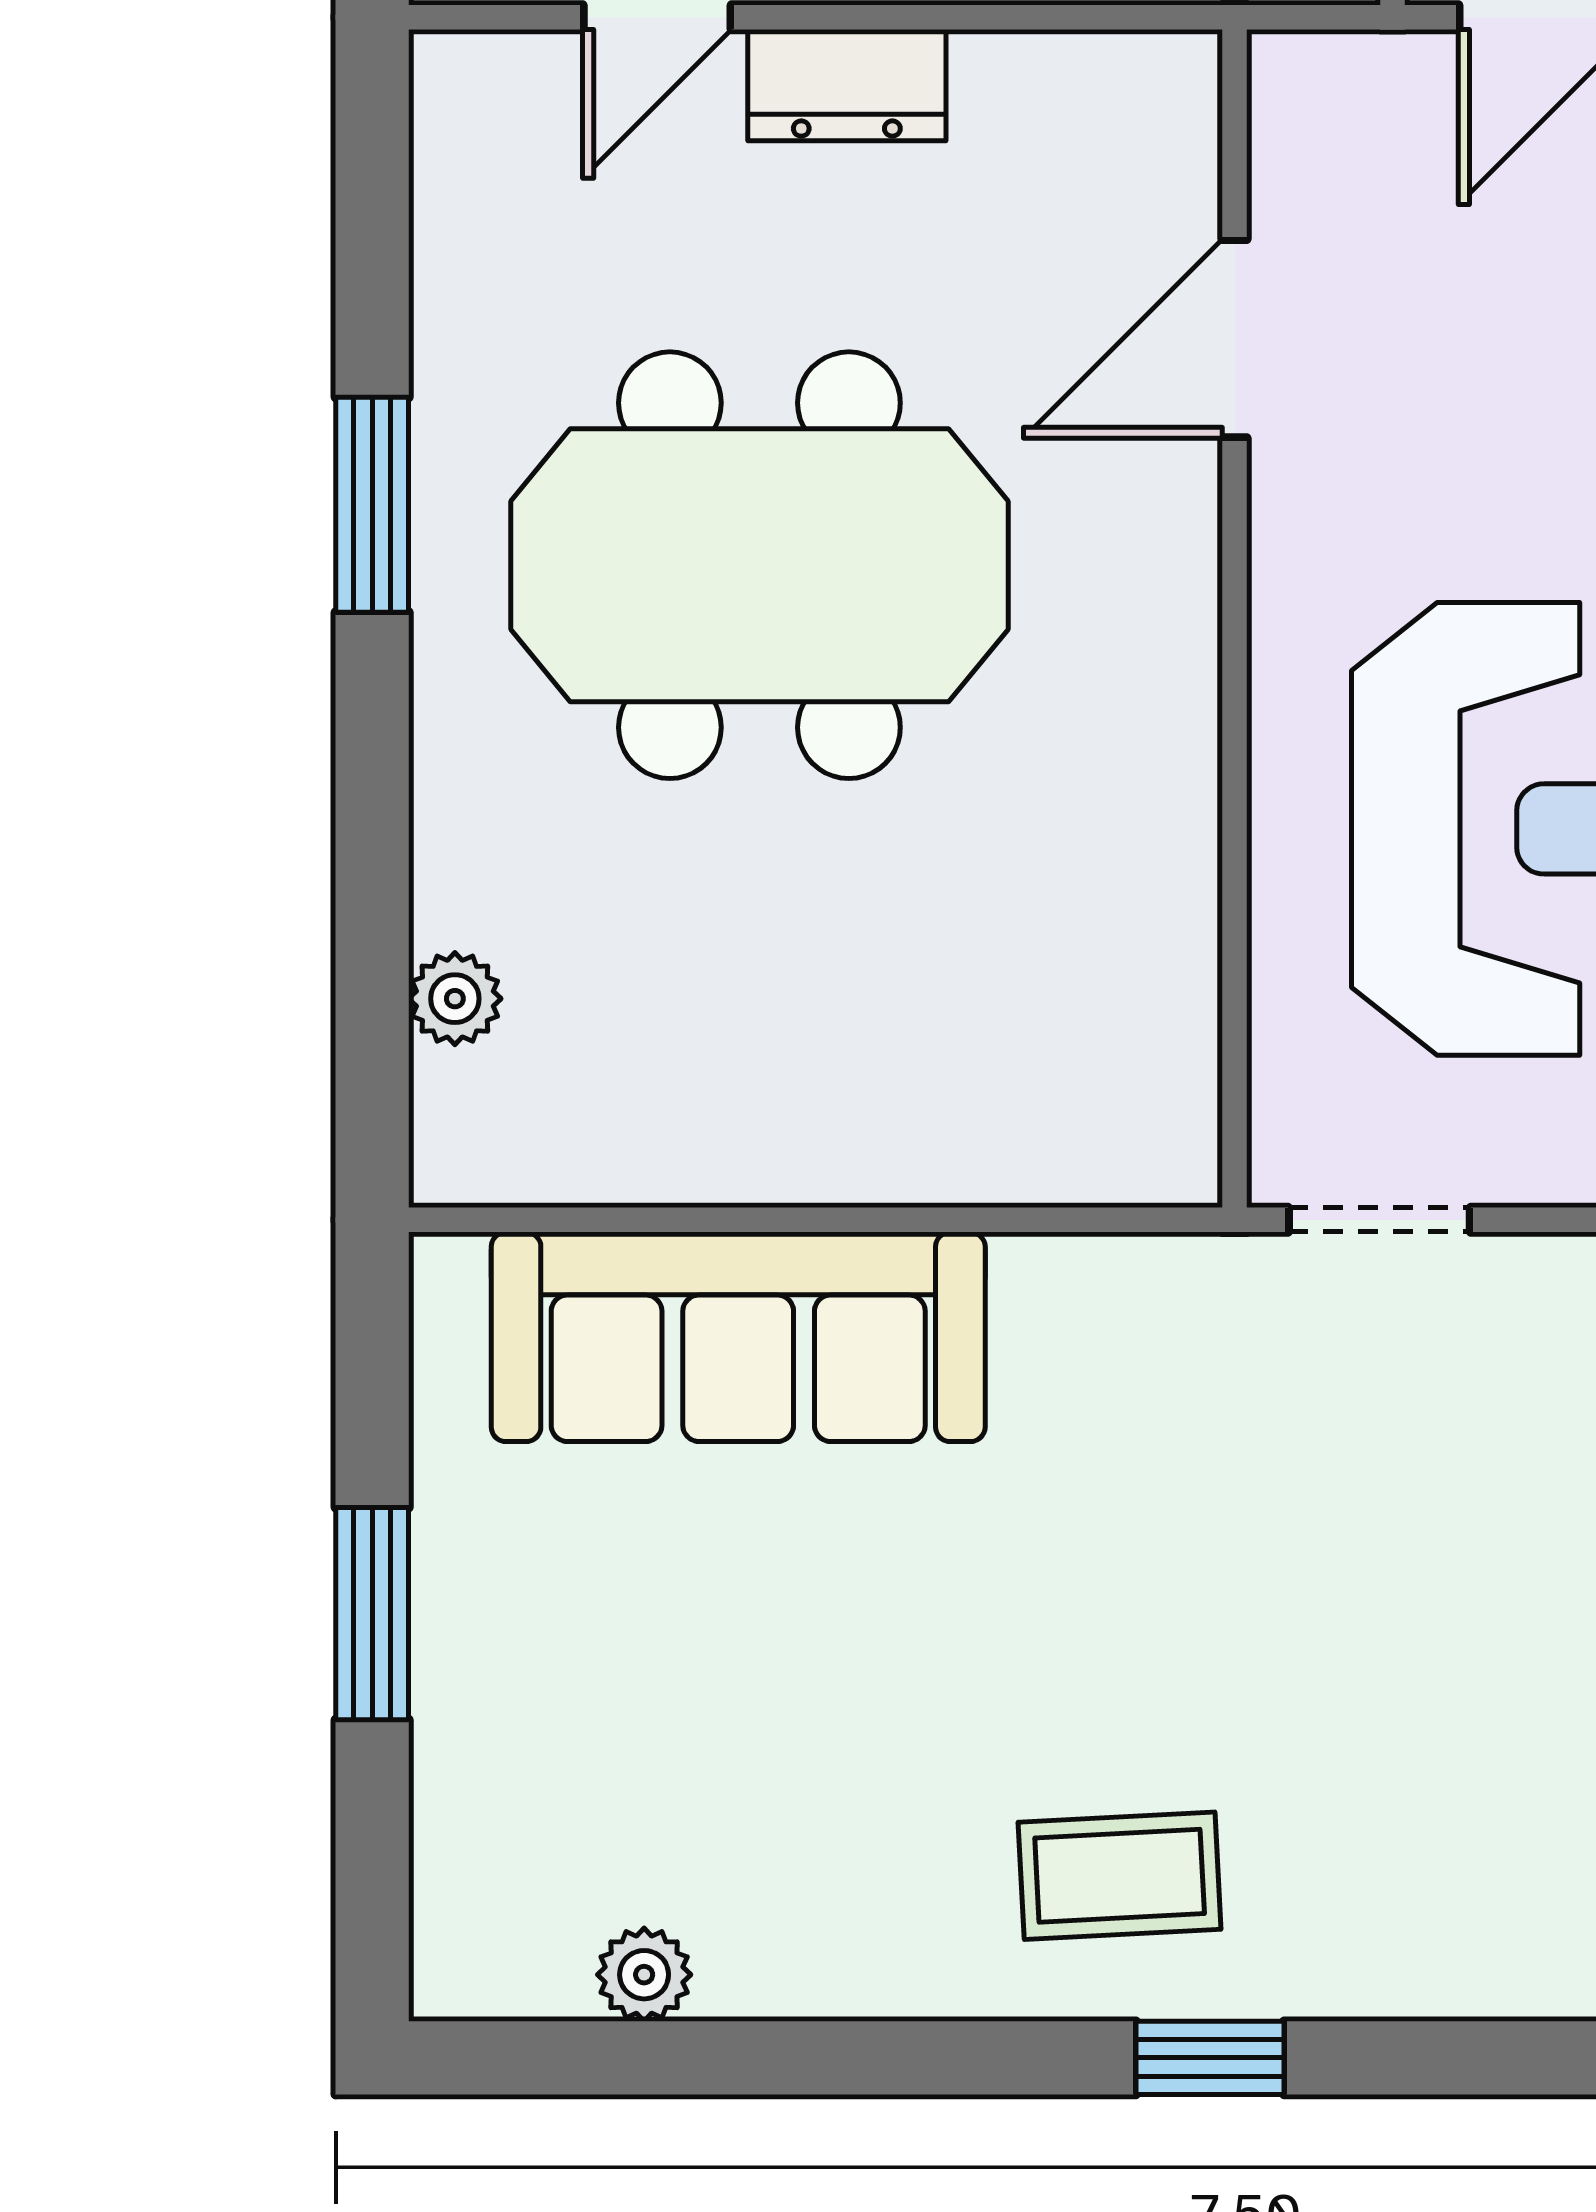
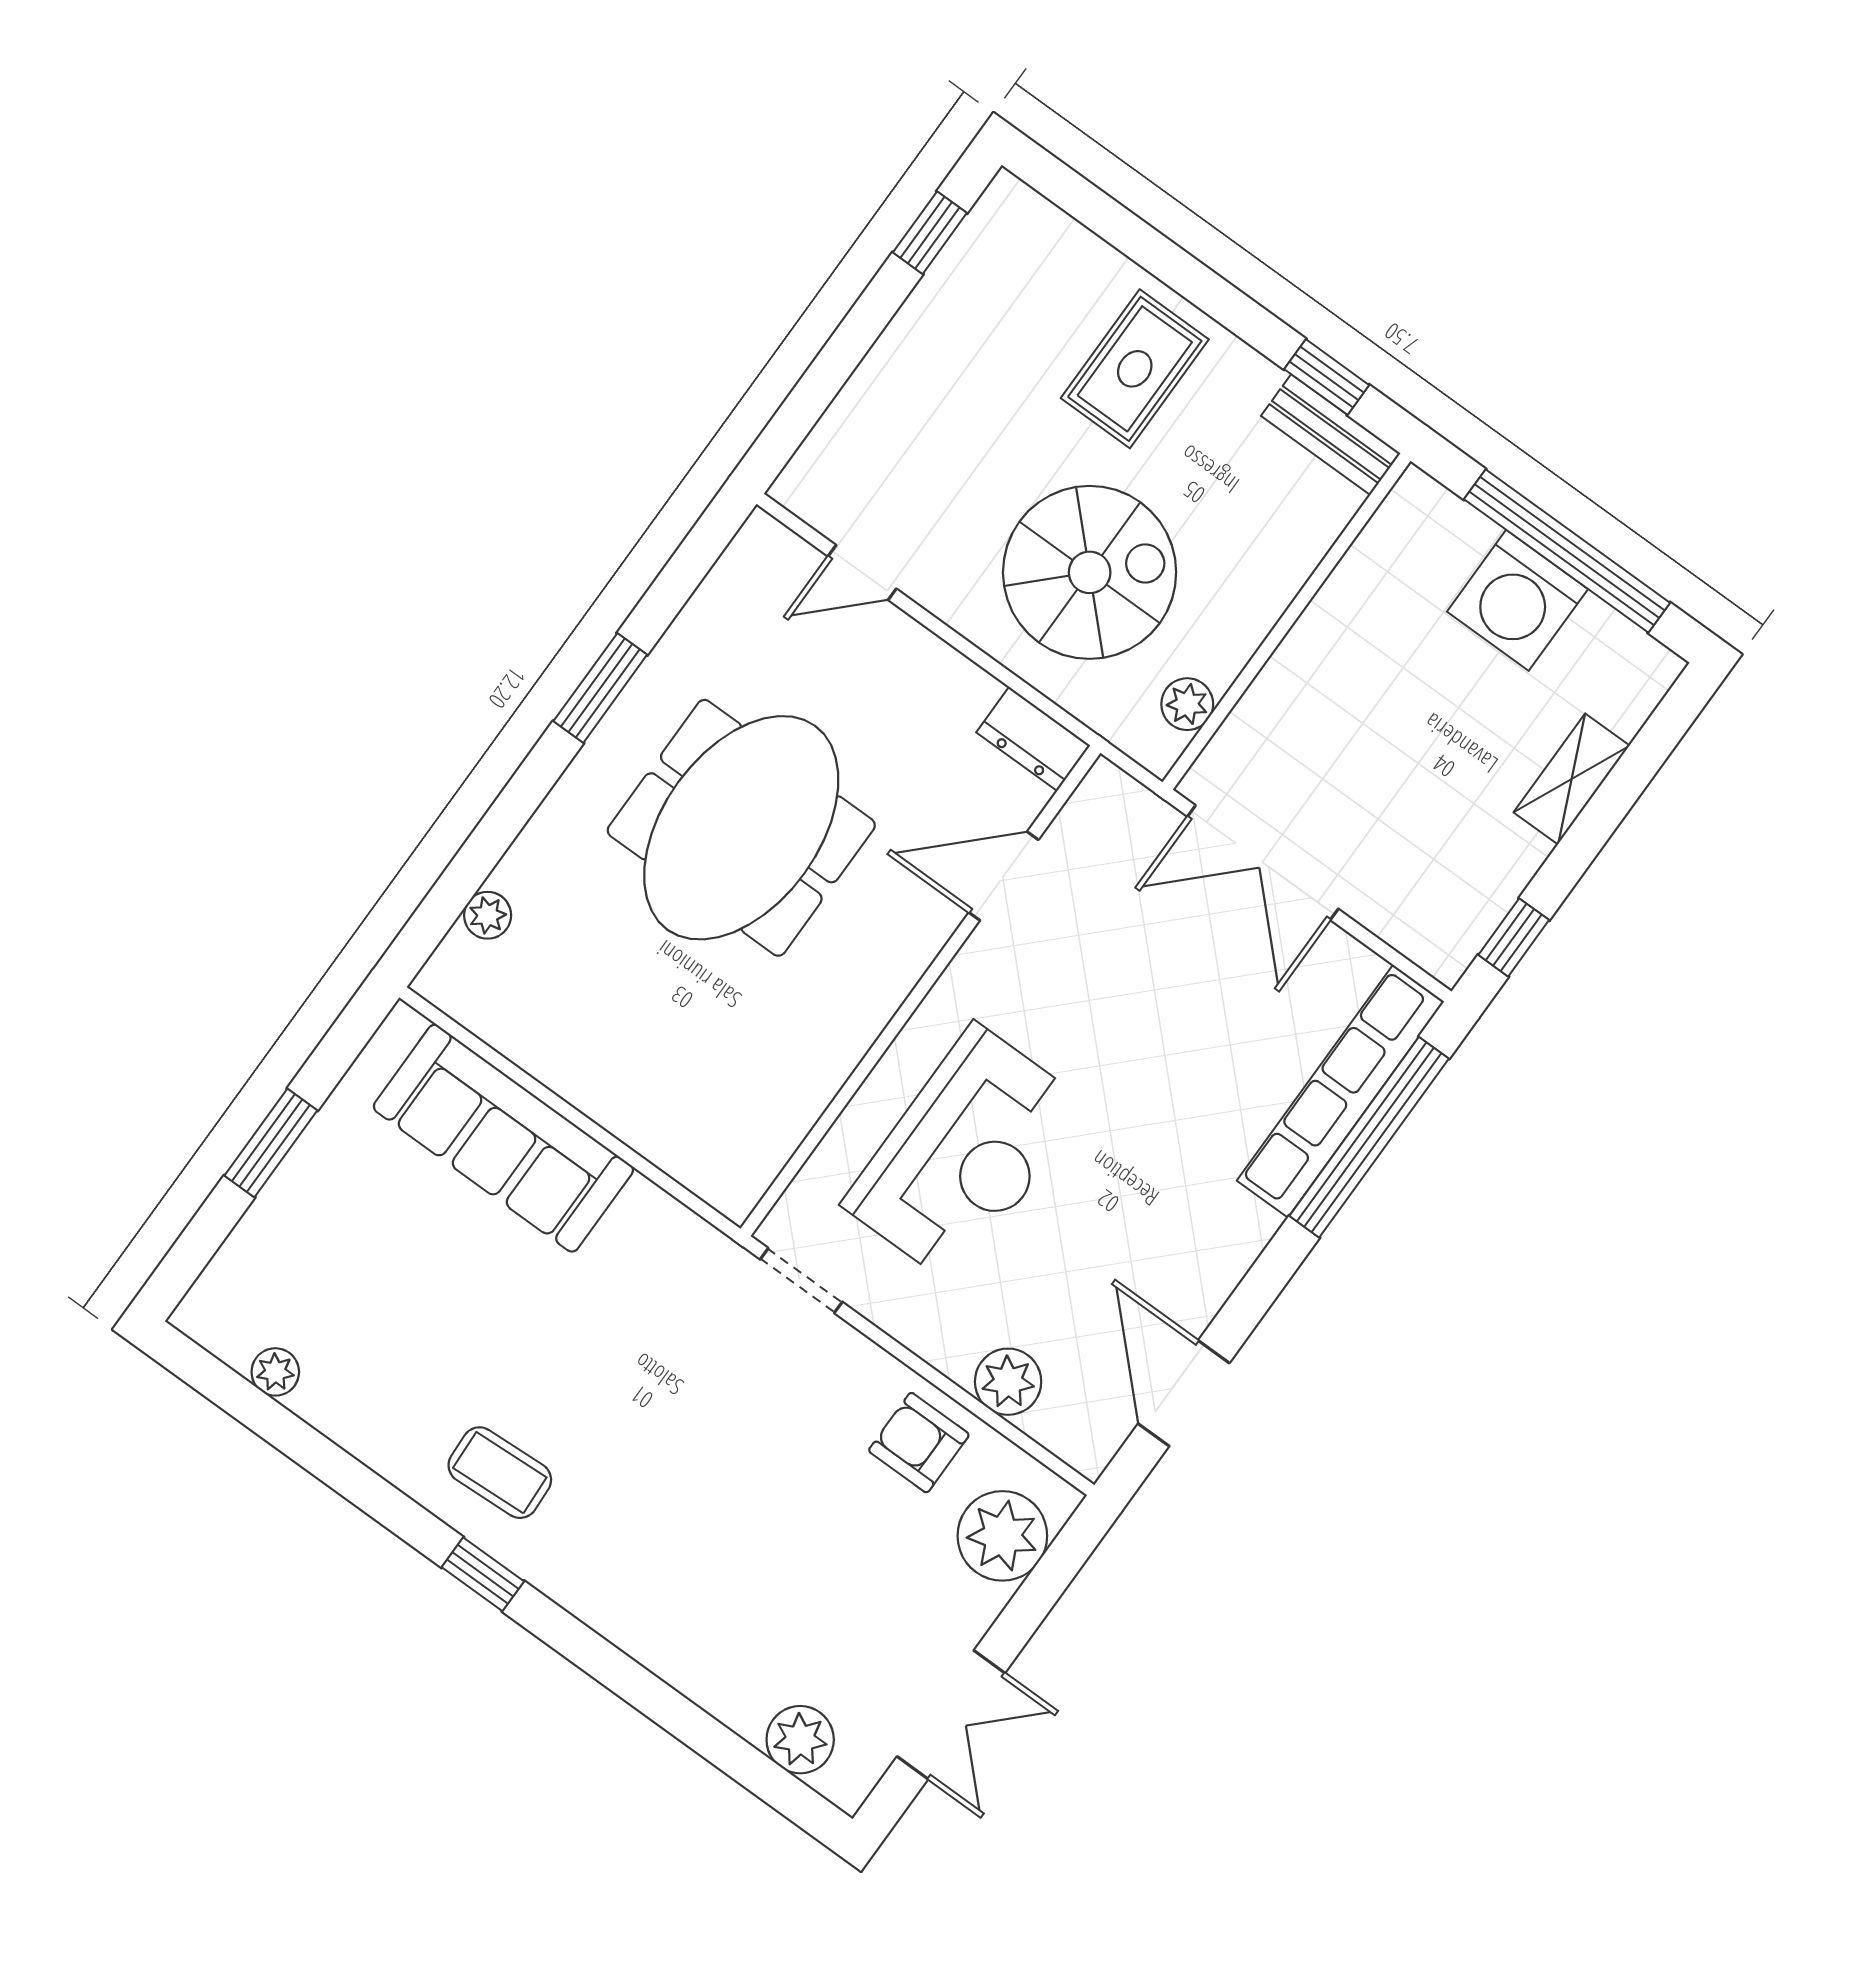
dresser: (847, 85) -> (1033, 739), moved
meeting table: (759, 565) -> (741, 828), turned 90

